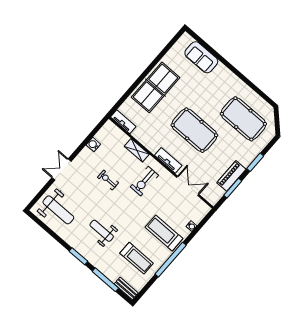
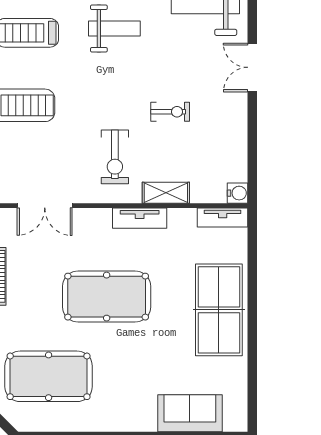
water cooler: (93, 145) -> (238, 193), moved
tv unit: (168, 160) -> (140, 218), moved
double door: (62, 170) -> (252, 67), swing flipped
exercise bike: (144, 181) -> (115, 157), turned 180

